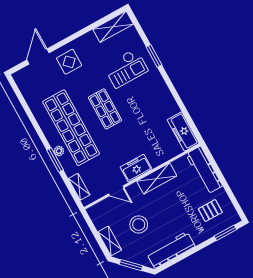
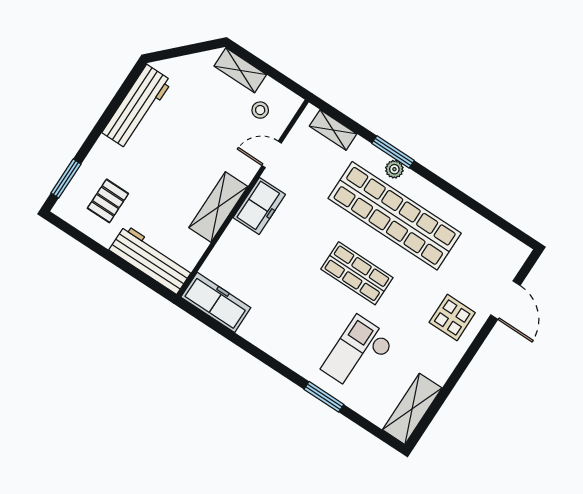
stool: (139, 224) -> (260, 110), moved, width x0.53, depth x0.53
window: (131, 265) -> (187, 50), removed

